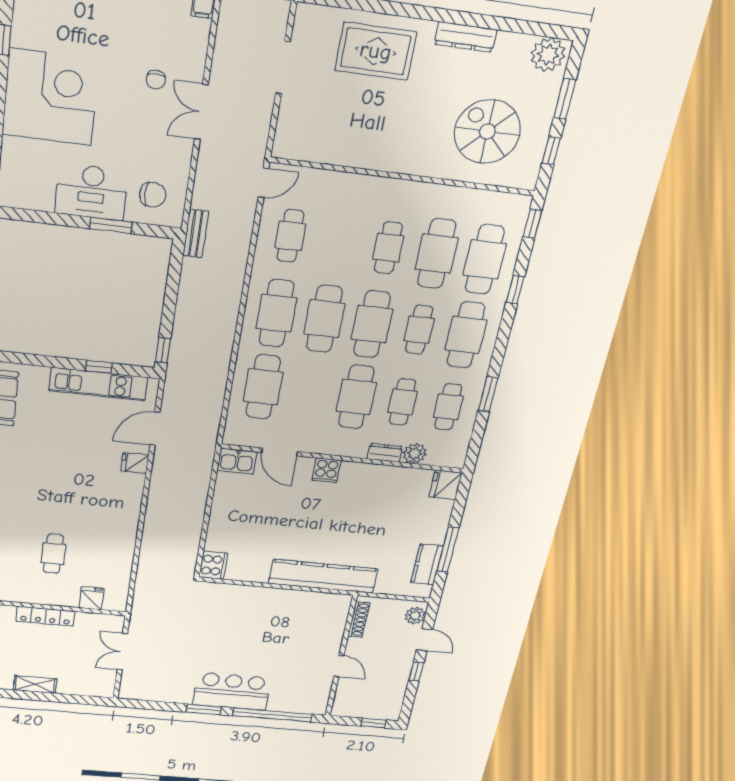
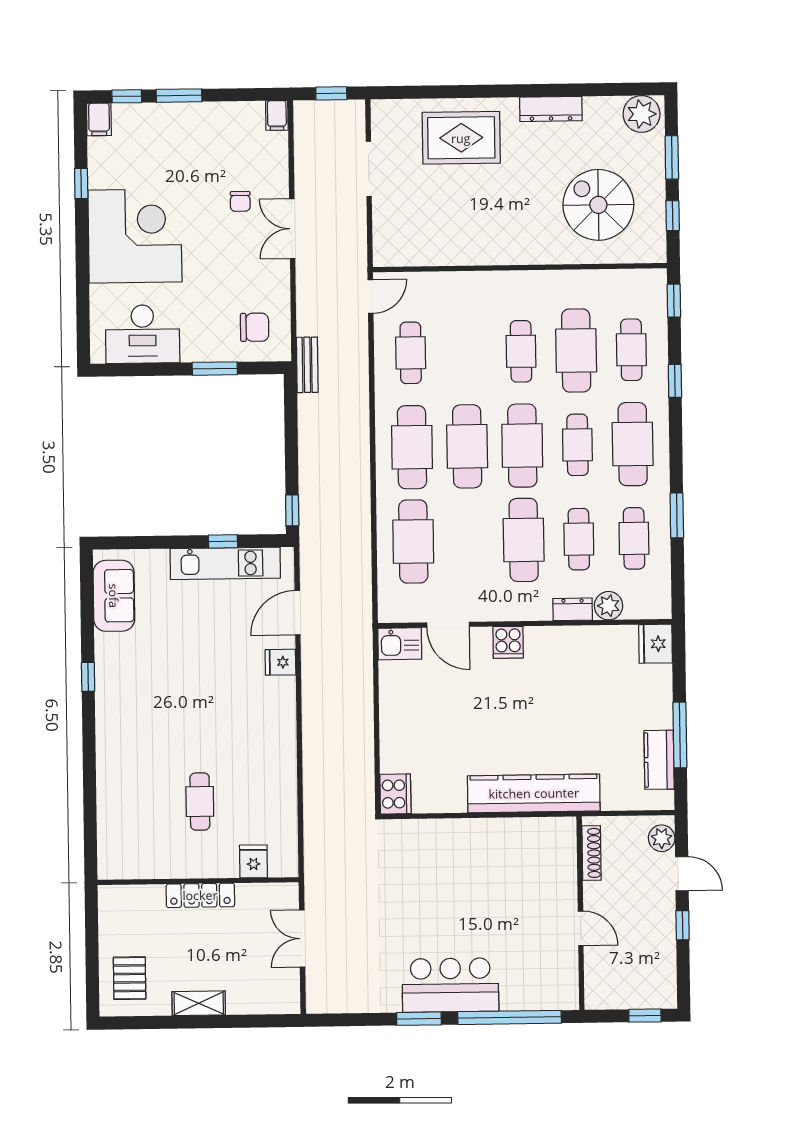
desk: (91, 192) -> (143, 334), moved
cafe table: (485, 259) -> (631, 350), width x0.73, depth x0.74

